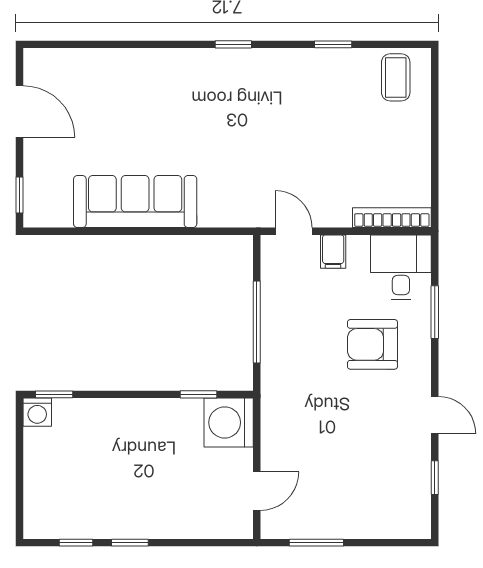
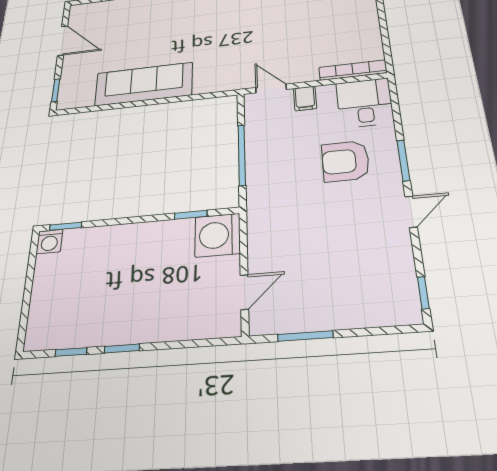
window: (435, 312) -> (403, 160), moved
door: (435, 415) -> (411, 212), hinge flipped
window: (435, 478) -> (423, 293), moved

